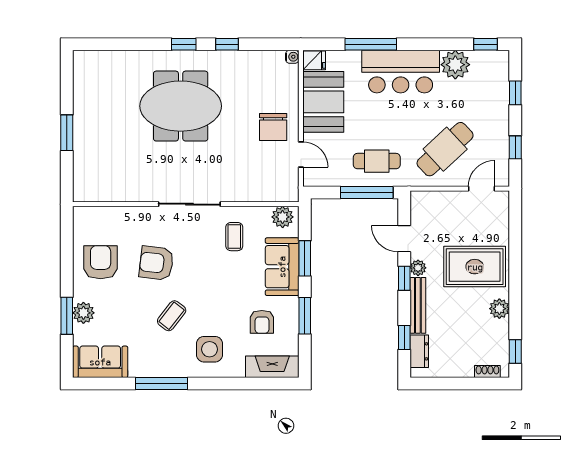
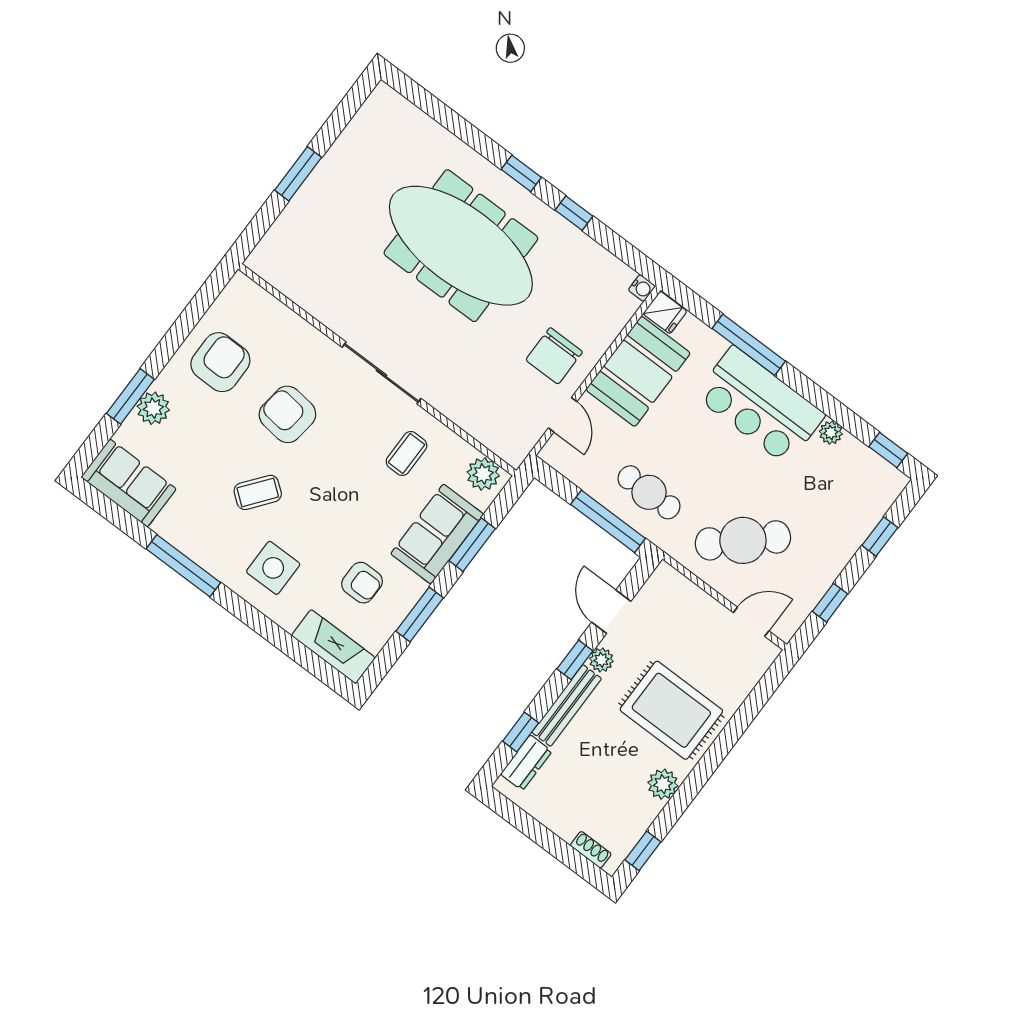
plant: (455, 65) -> (831, 433), width x0.53, depth x0.53
meeting table: (181, 106) -> (461, 246), width x1.36
armchair: (262, 322) -> (362, 583), turned -90

